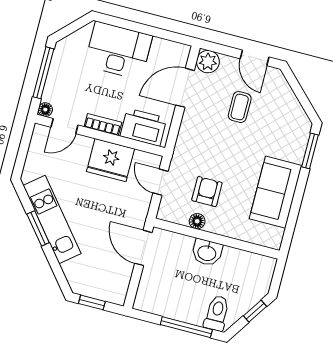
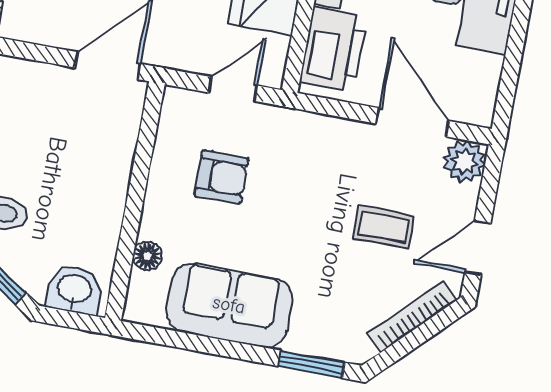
bookcase: (289, 95) -> (412, 317), added
floor lamp: (197, 221) -> (147, 256), moved
washbasin: (207, 253) -> (74, 290), moved, turned 90

